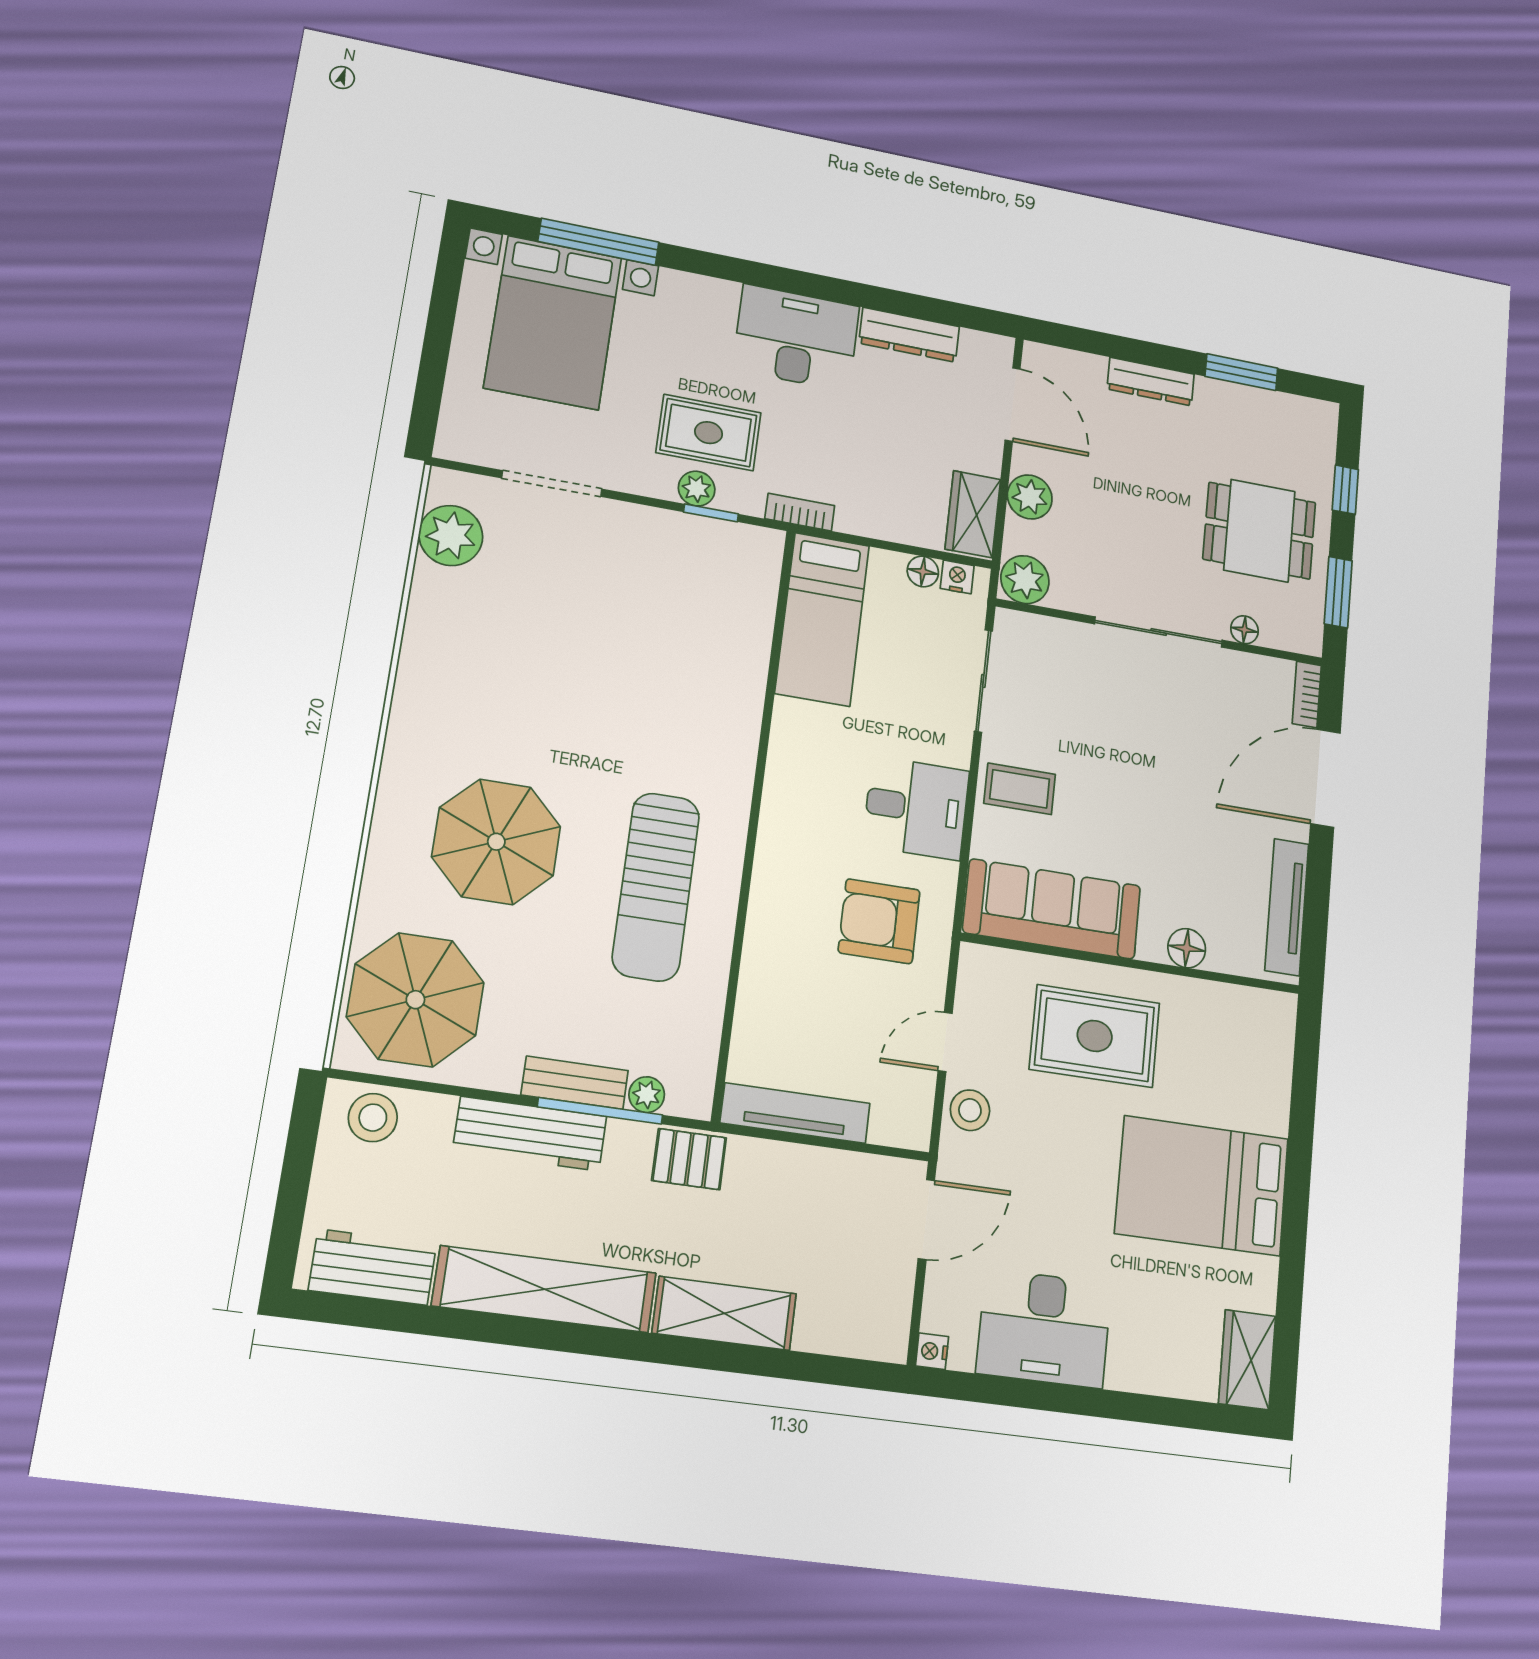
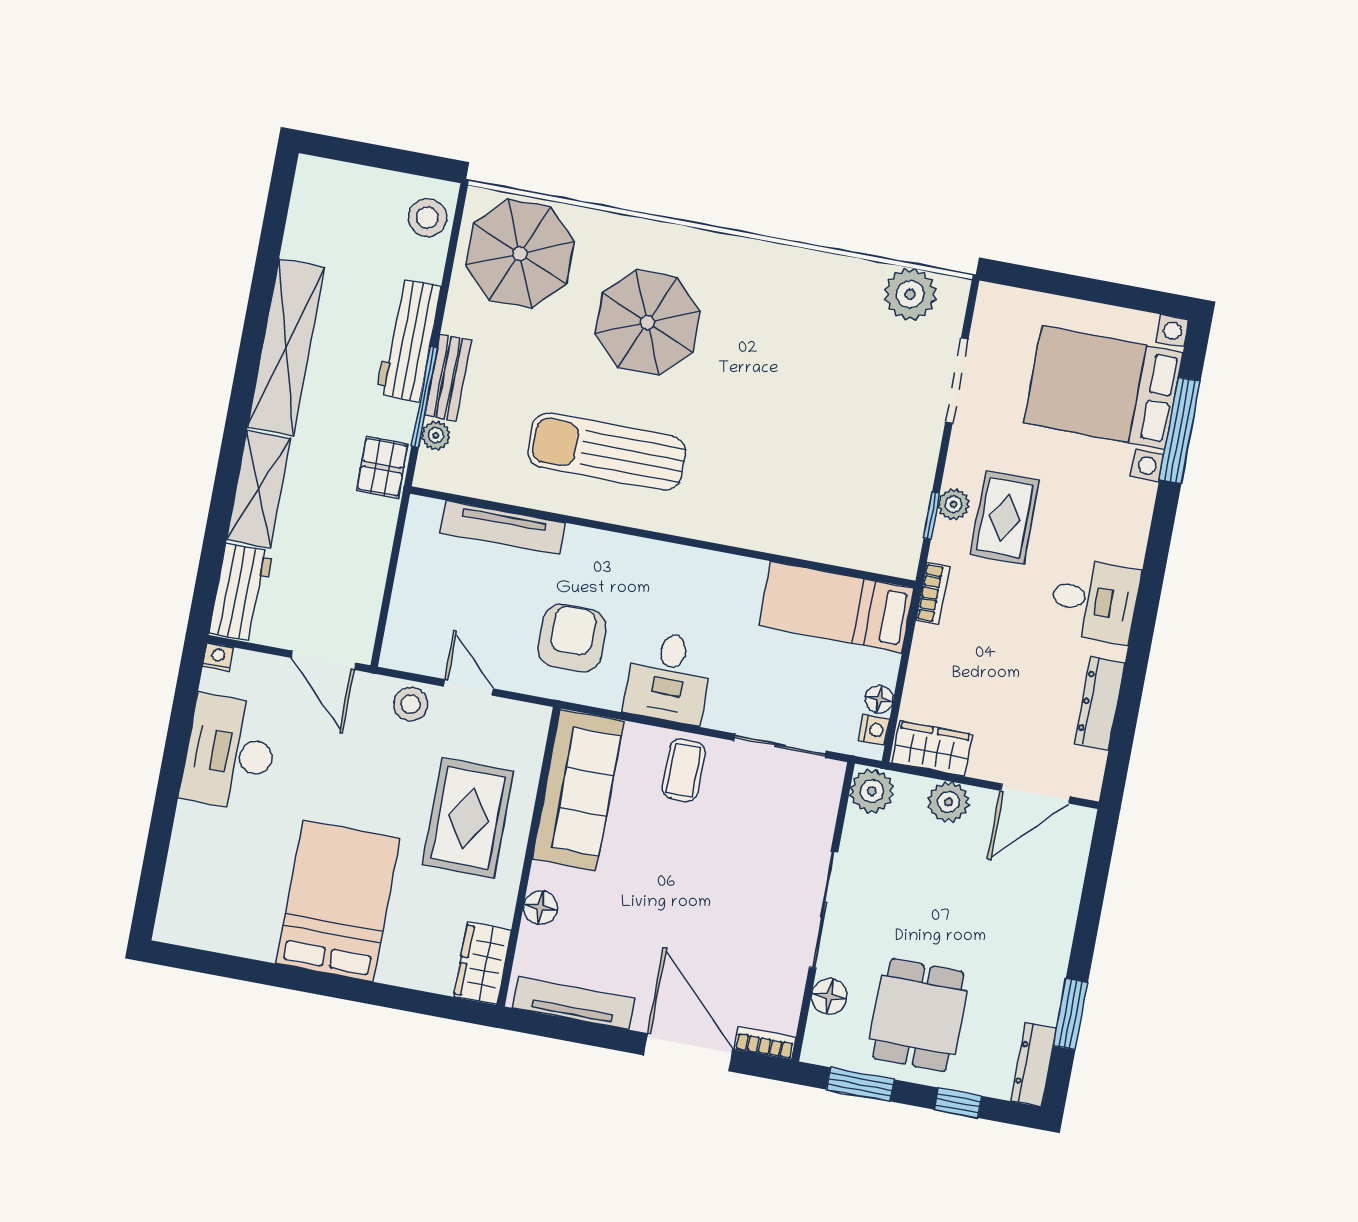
desk: (796, 338) -> (1094, 601), width x0.73
dresser: (1151, 382) -> (1034, 1065), moved
floor lamp: (1244, 630) -> (829, 996), width x1.37, depth x1.37
tv unit: (795, 1113) -> (503, 528), moved, turned 90
workbench: (373, 1267) -> (241, 592), moved
wardrobe: (1247, 1360) -> (482, 963), moved, turned -90

